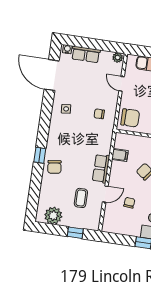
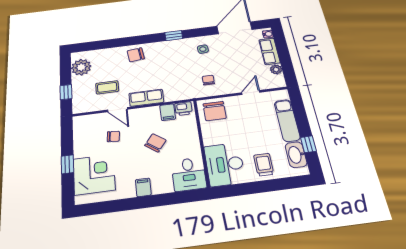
plant: (118, 57) -> (276, 69), moved
printer: (120, 142) -> (183, 109), added
window: (40, 155) -> (174, 36), moved

